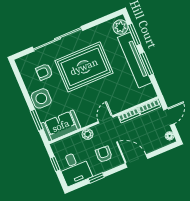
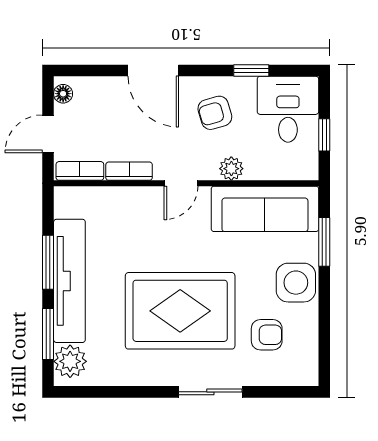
sliding door: (58, 39) -> (210, 392), width x0.54
sofa: (61, 126) -> (265, 209), width x1.36
armchair: (104, 154) -> (215, 113), turned 71

